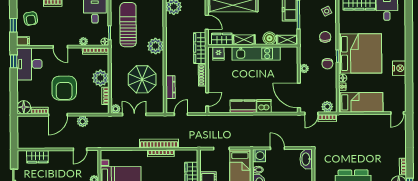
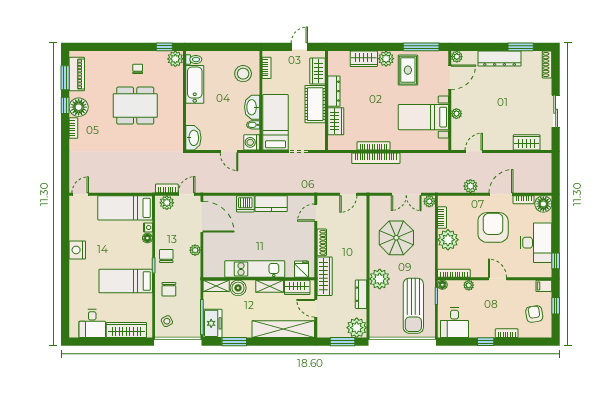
bed: (360, 53) -> (126, 281), width x0.49
desk: (29, 64) -> (536, 243), moved
dresser: (171, 87) -> (361, 294), moved

